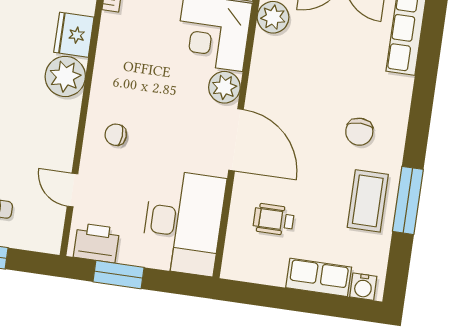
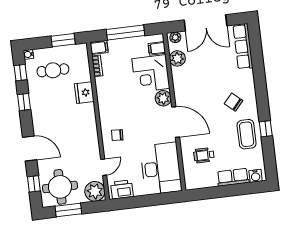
plant: (65, 76) -> (95, 191), moved
chair: (359, 132) -> (234, 102), turned 131
door: (72, 190) -> (104, 167), swing flipped
window: (408, 200) -> (266, 129), width x0.46
window: (119, 275) -> (137, 202), removed

